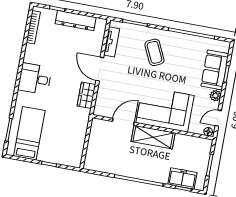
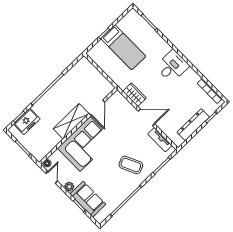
bed: (29, 133) -> (123, 47), moved

